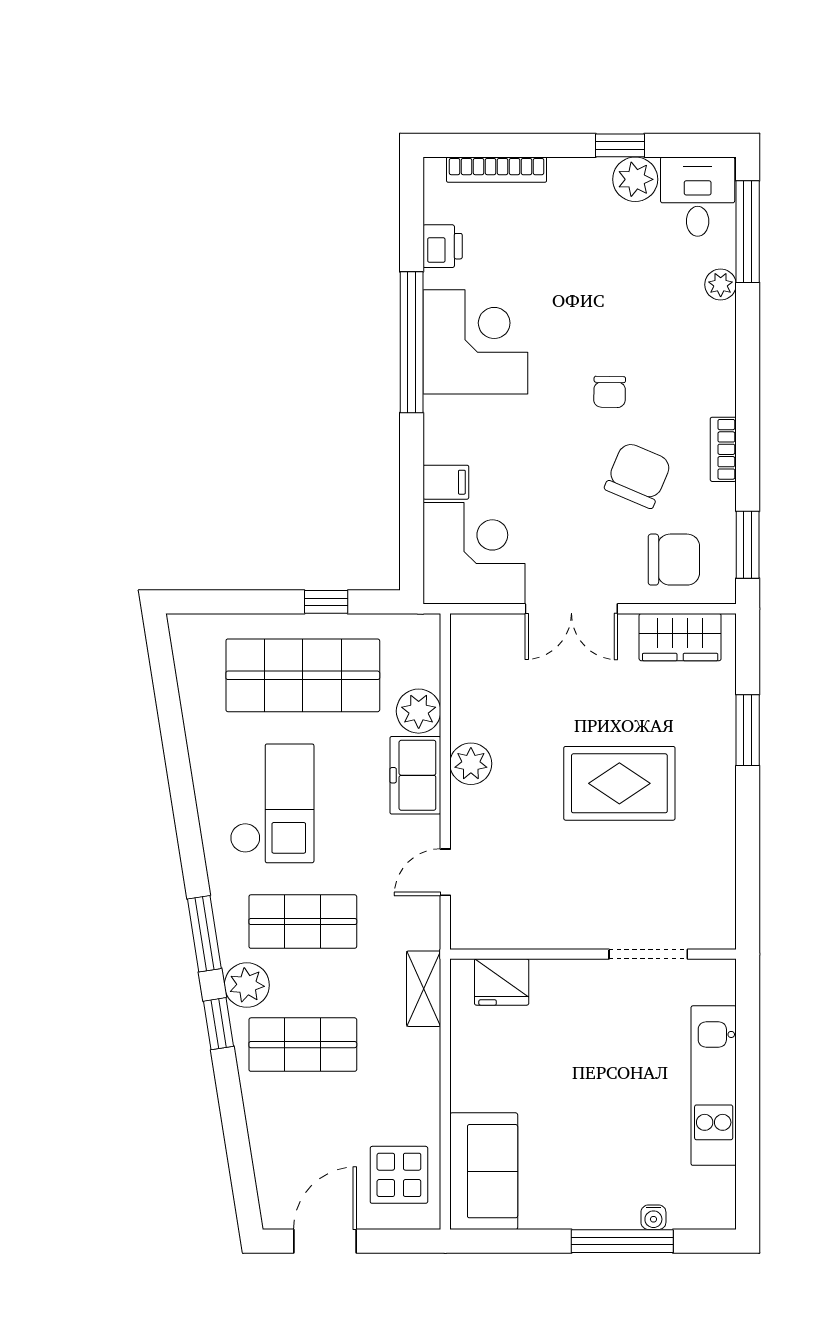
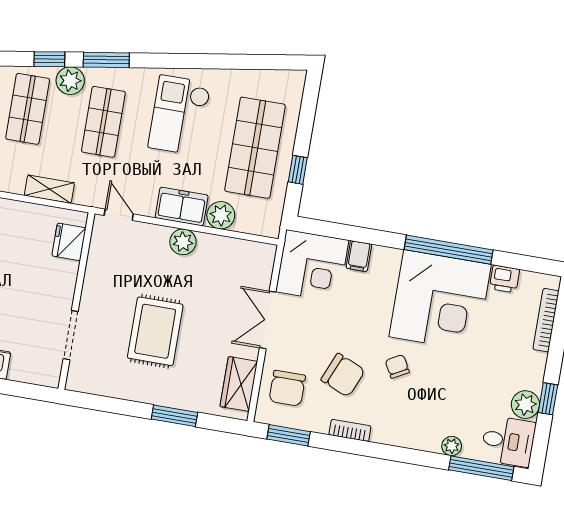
corner desk: (475, 342) -> (440, 301), width x1.36, depth x1.36
chair: (610, 392) -> (397, 366), turned 60
checkout: (272, 803) -> (179, 115), turned 90
wall: (593, 954) -> (76, 301), moved
doorway: (648, 954) -> (71, 335), moved
fridge: (502, 982) -> (69, 242), moved

